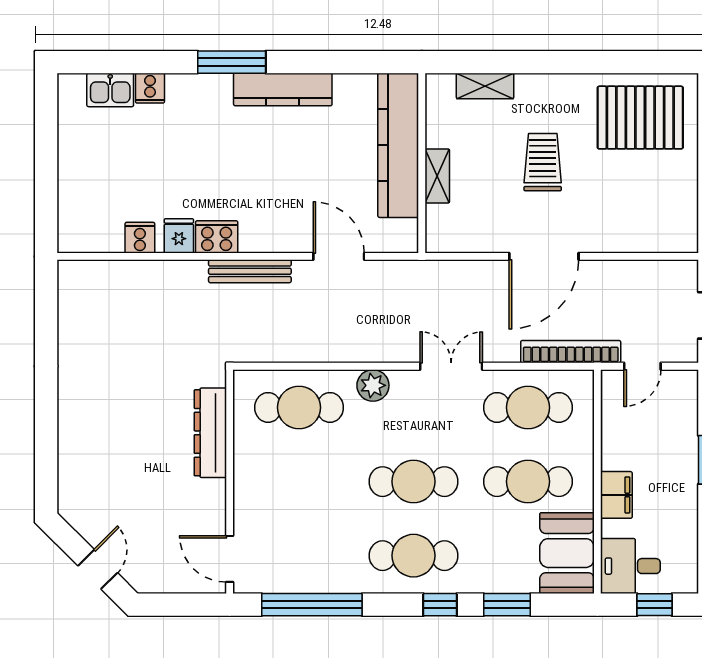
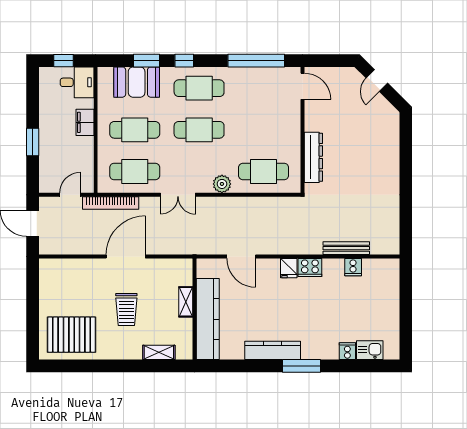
fridge: (179, 236) -> (289, 268), moved
bench: (250, 271) -> (346, 248), moved
booth: (567, 553) -> (137, 82), moved, turned 90

